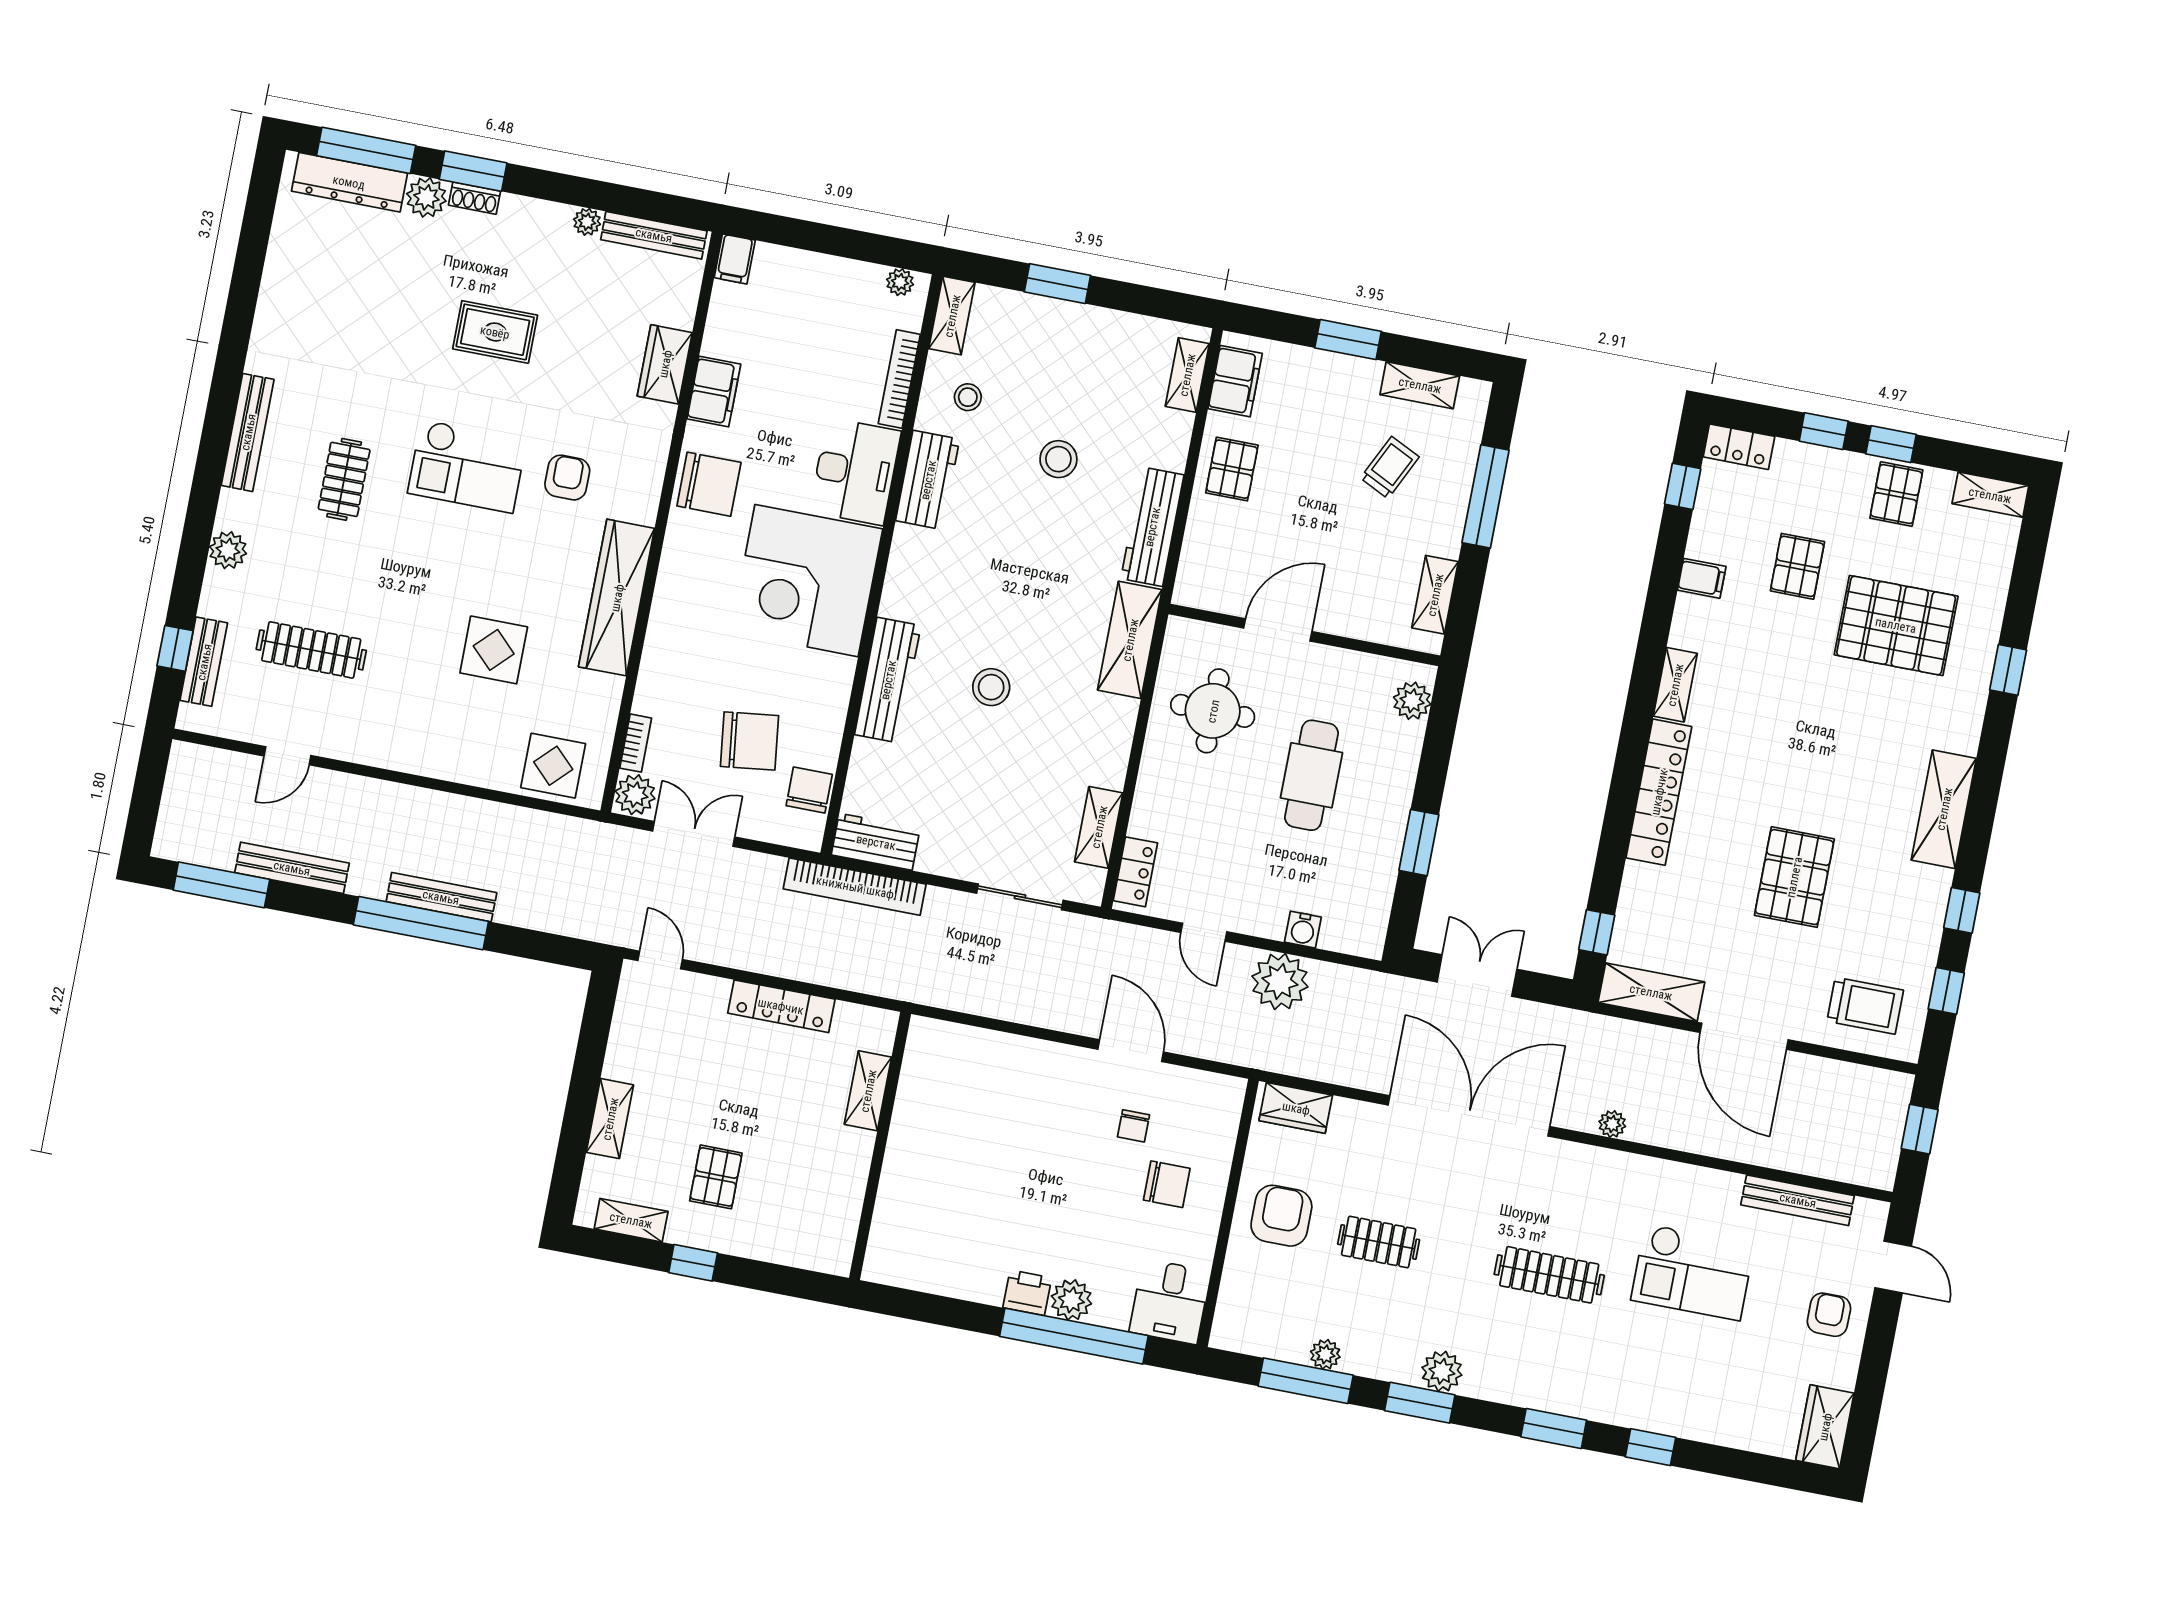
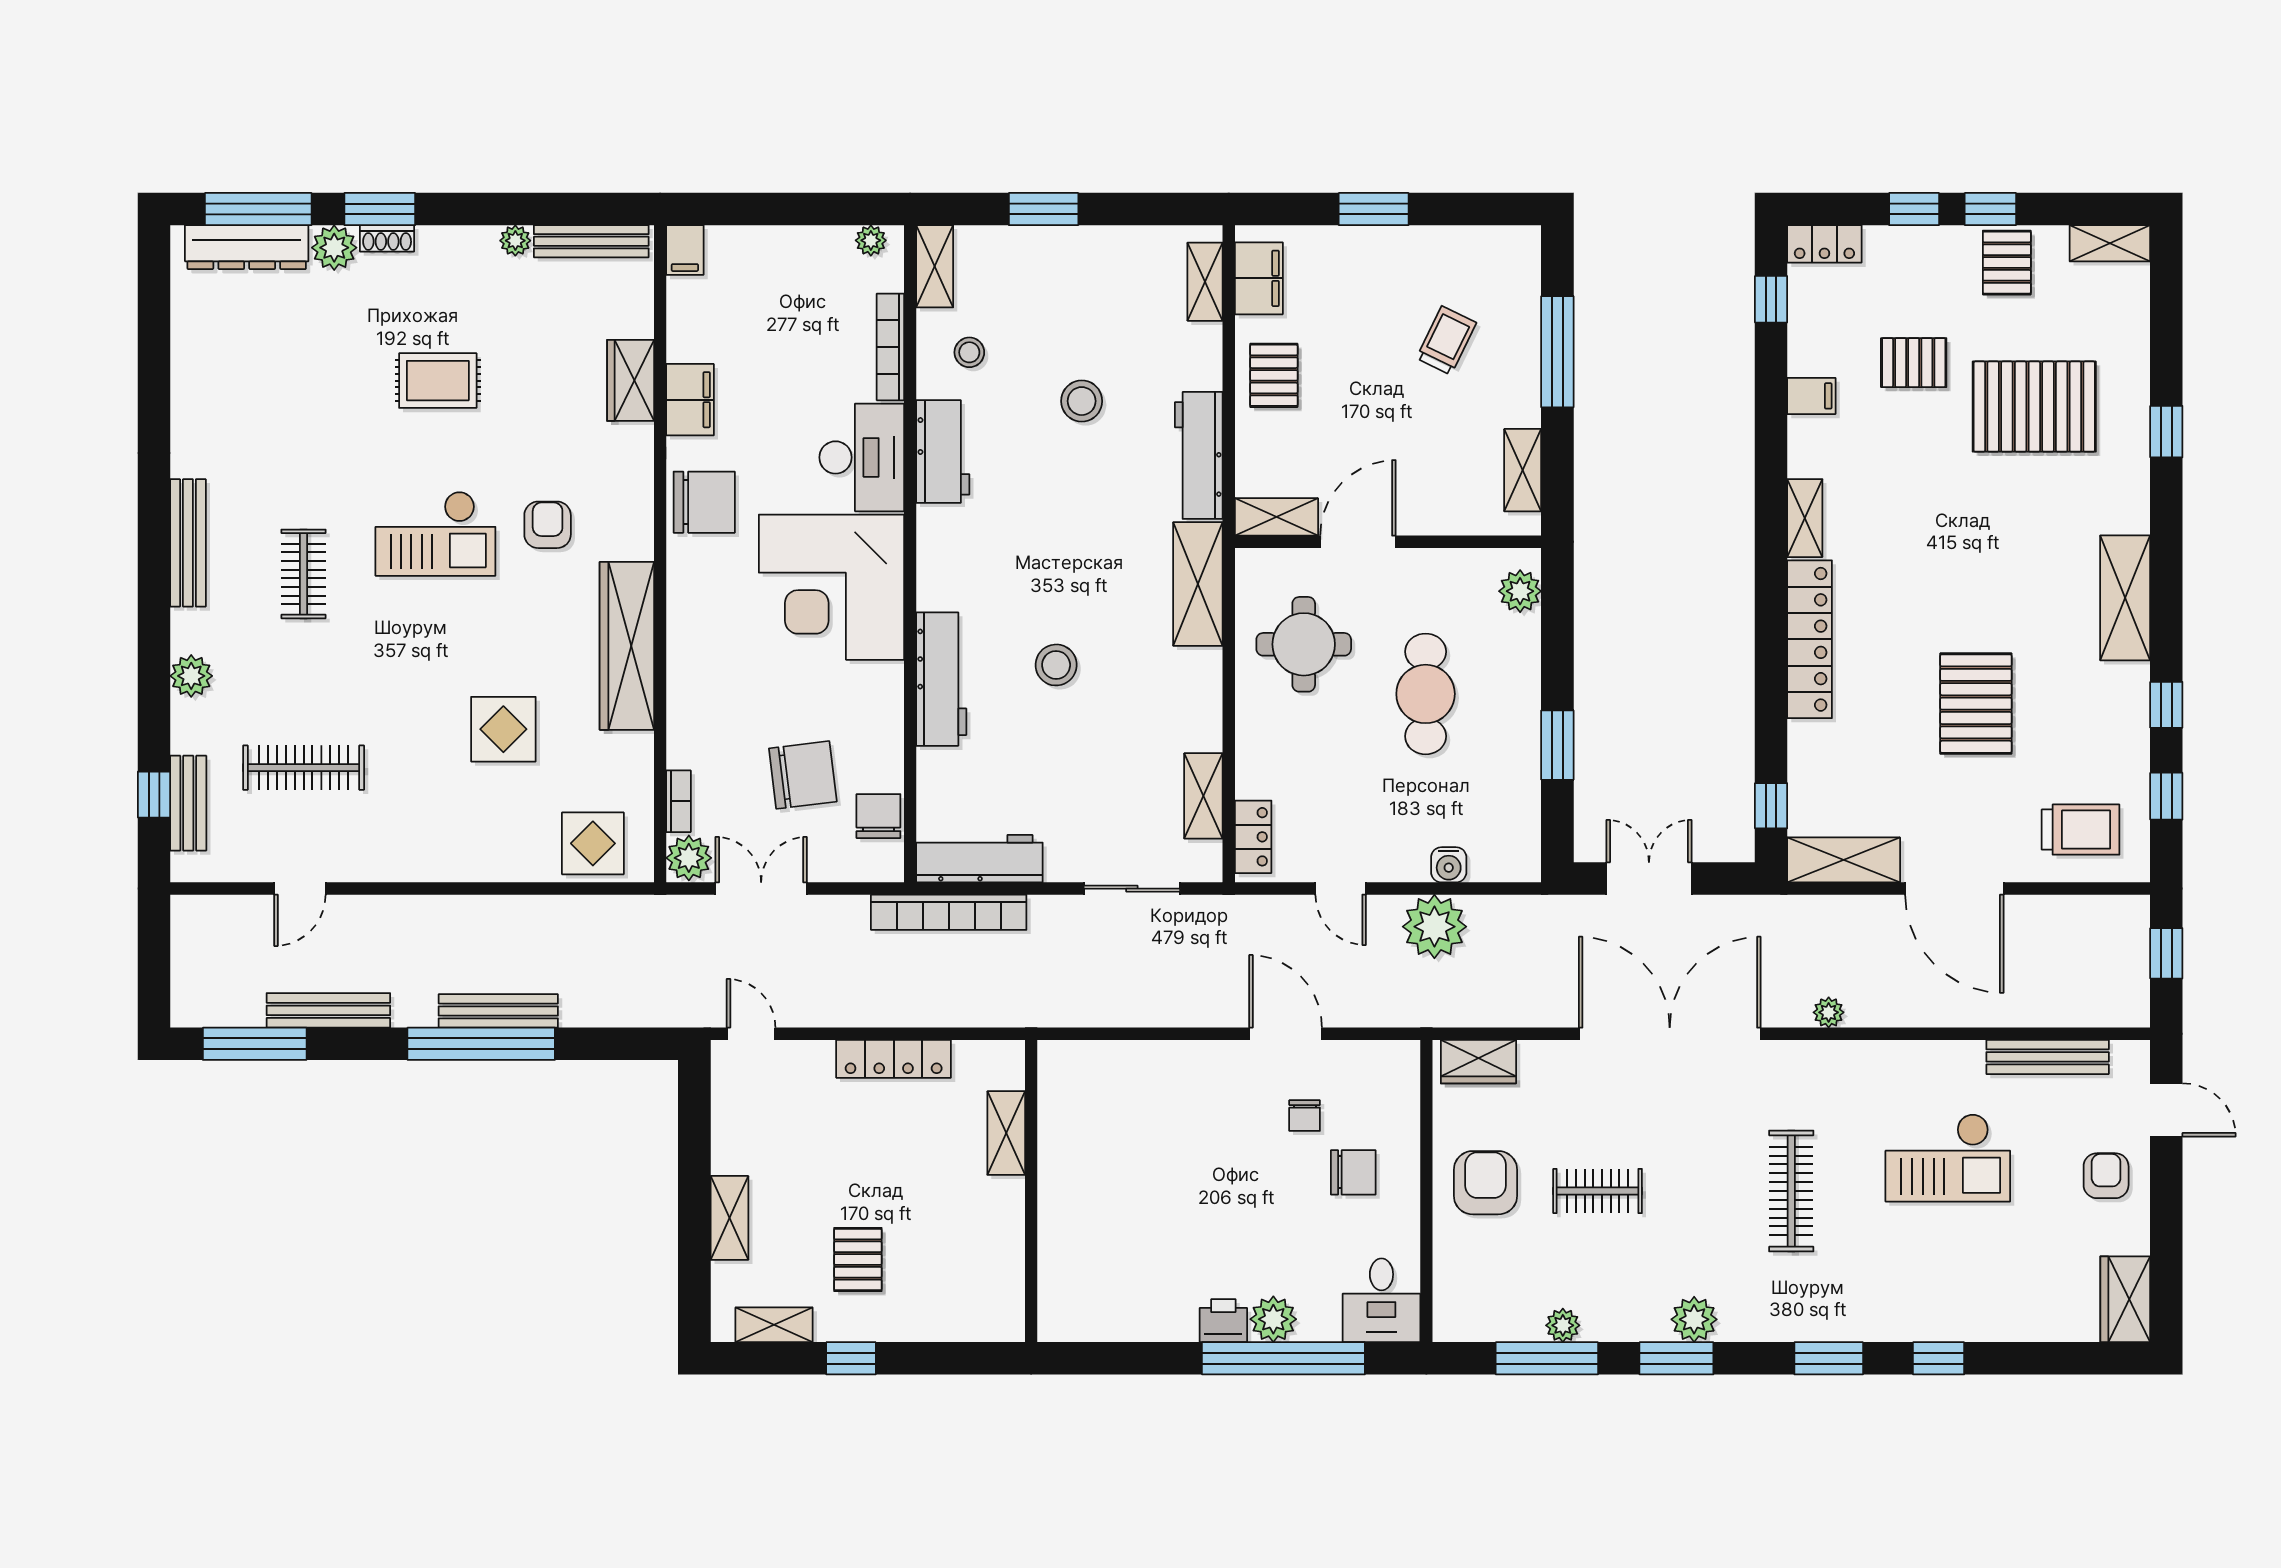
shelving: (1420, 385) -> (1276, 517), moved
pallet: (1797, 566) -> (1914, 363), turned 90
workbench: (876, 842) -> (979, 859), width x1.38
clothes rail: (1549, 1275) -> (1791, 1191), turned 90

